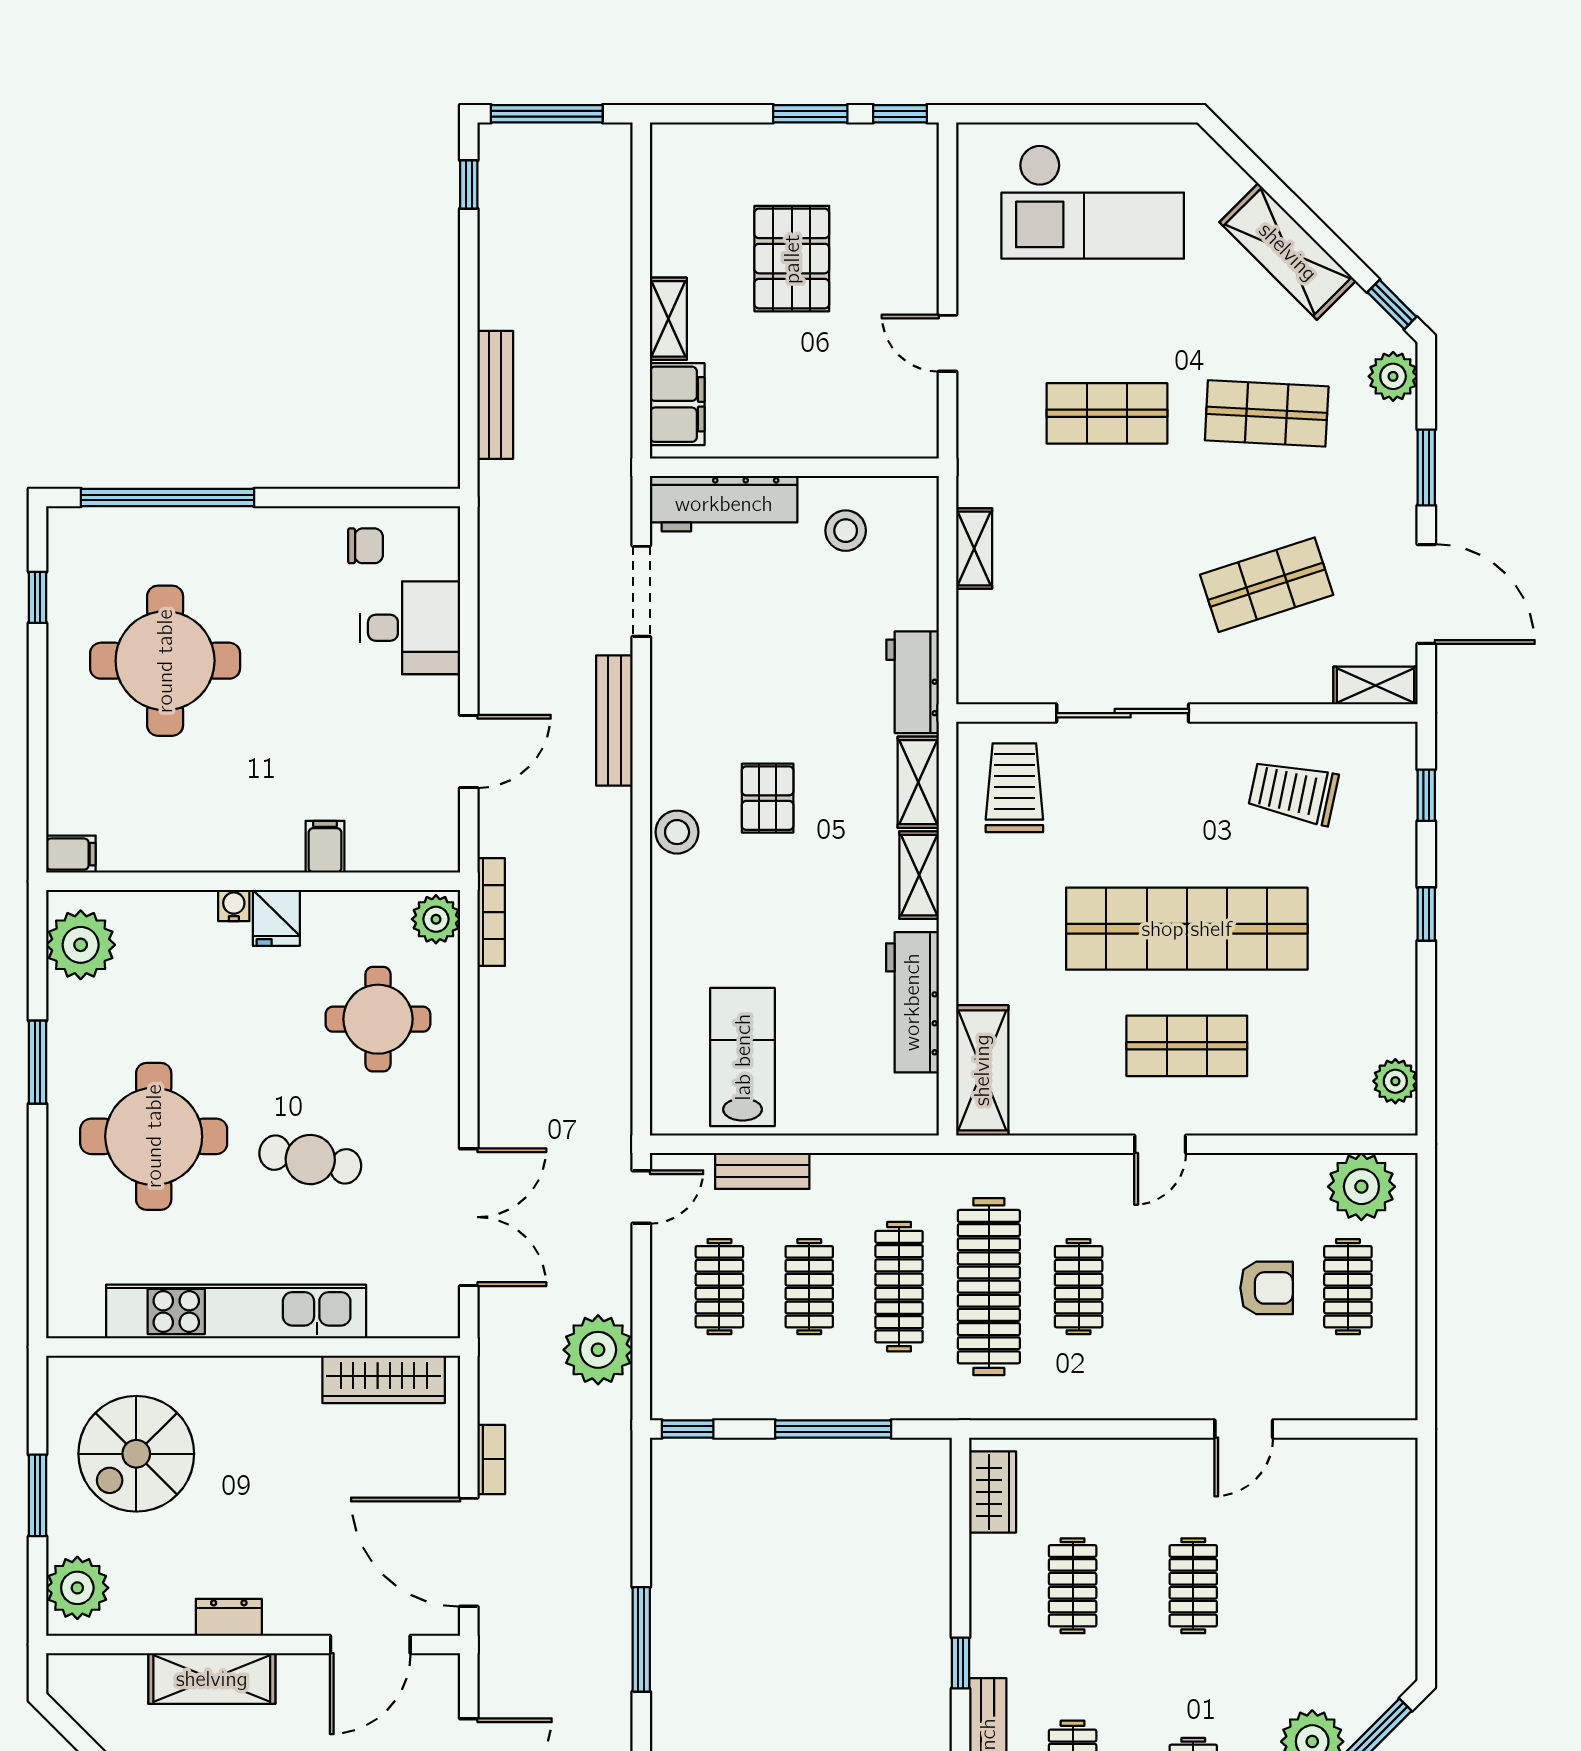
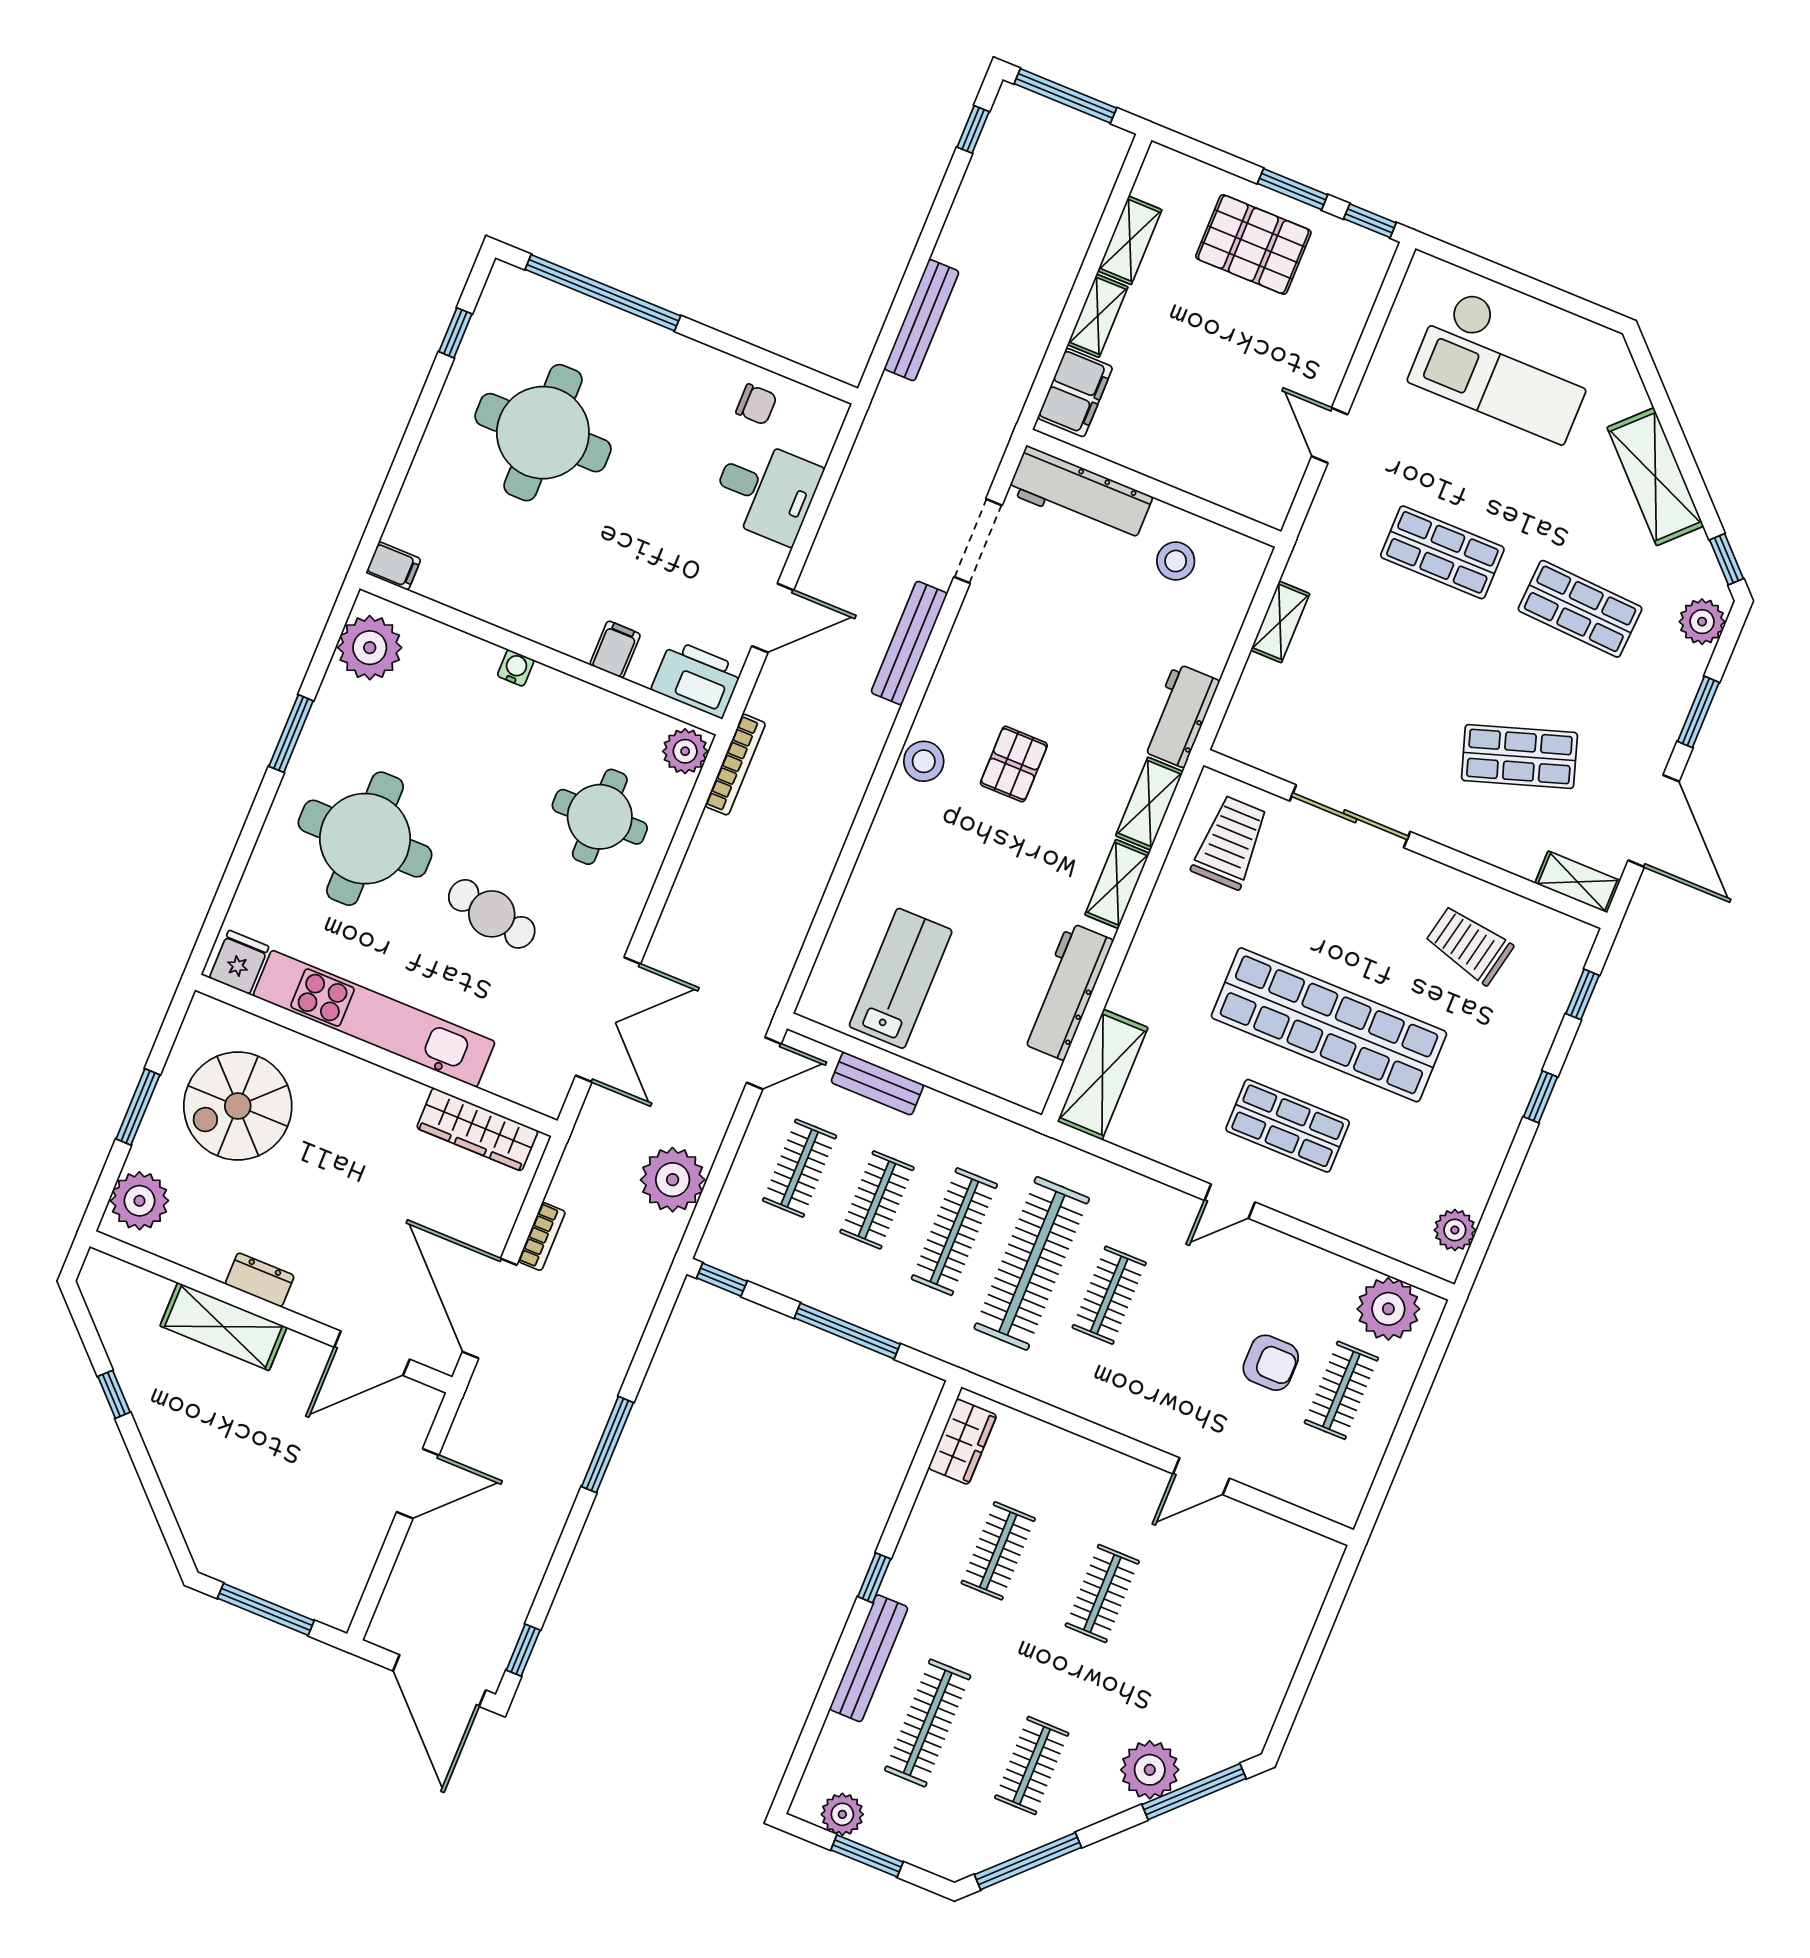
shelving: (669, 231) -> (1130, 240), added
pallet: (792, 259) -> (1253, 244), moved, turned 90
printer: (418, 843) -> (697, 679), added
fridge: (276, 918) -> (239, 962), moved, turned 180

